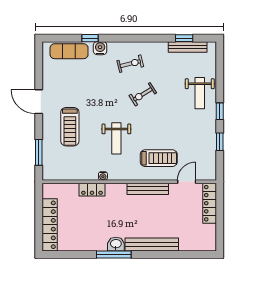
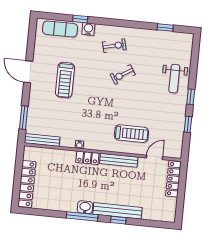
bench: (188, 47) -> (42, 140), moved
treadmill: (70, 127) -> (65, 80), moved
weight bench: (116, 138) -> (95, 112), removed
locker: (92, 190) -> (87, 158), moved
window: (154, 254) -> (118, 220), added

